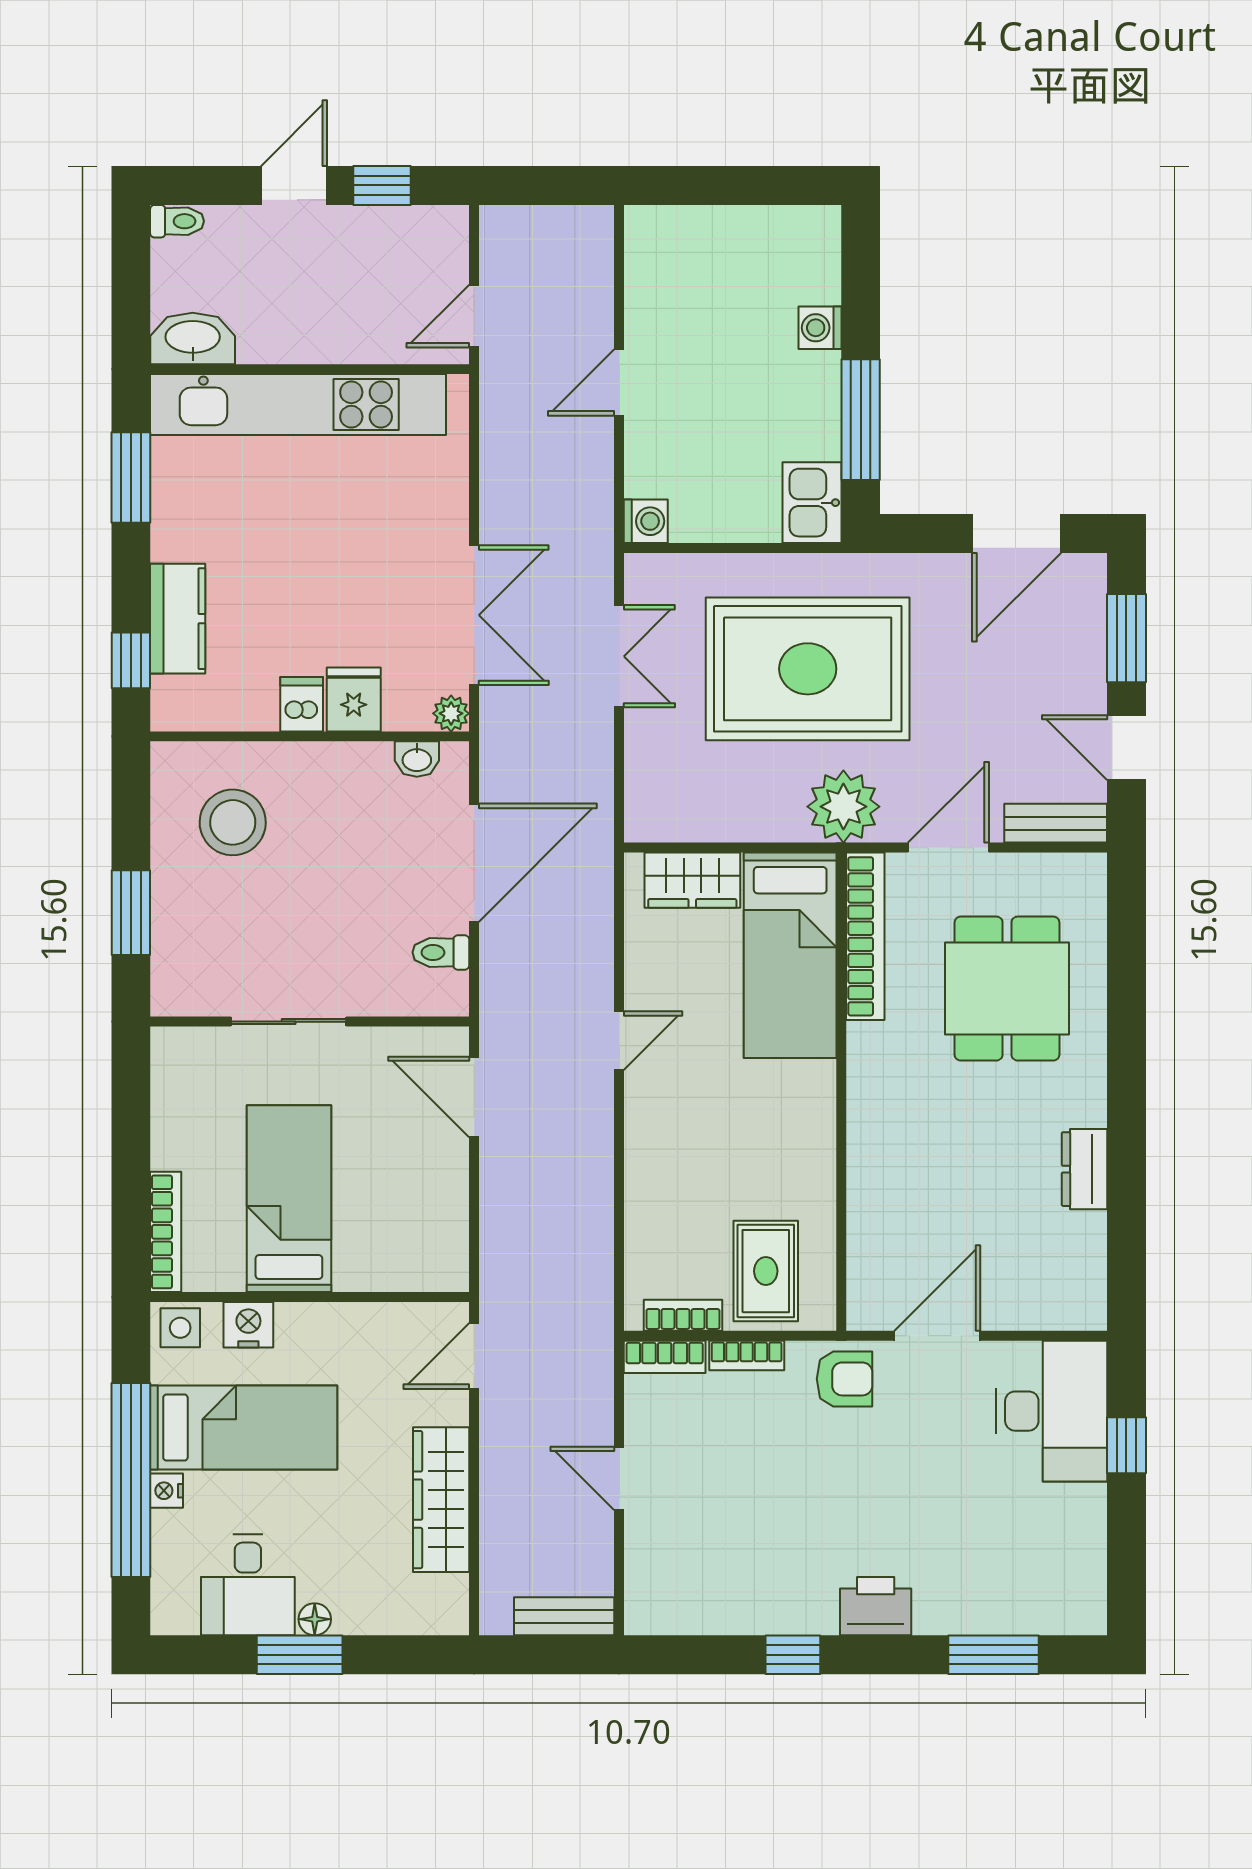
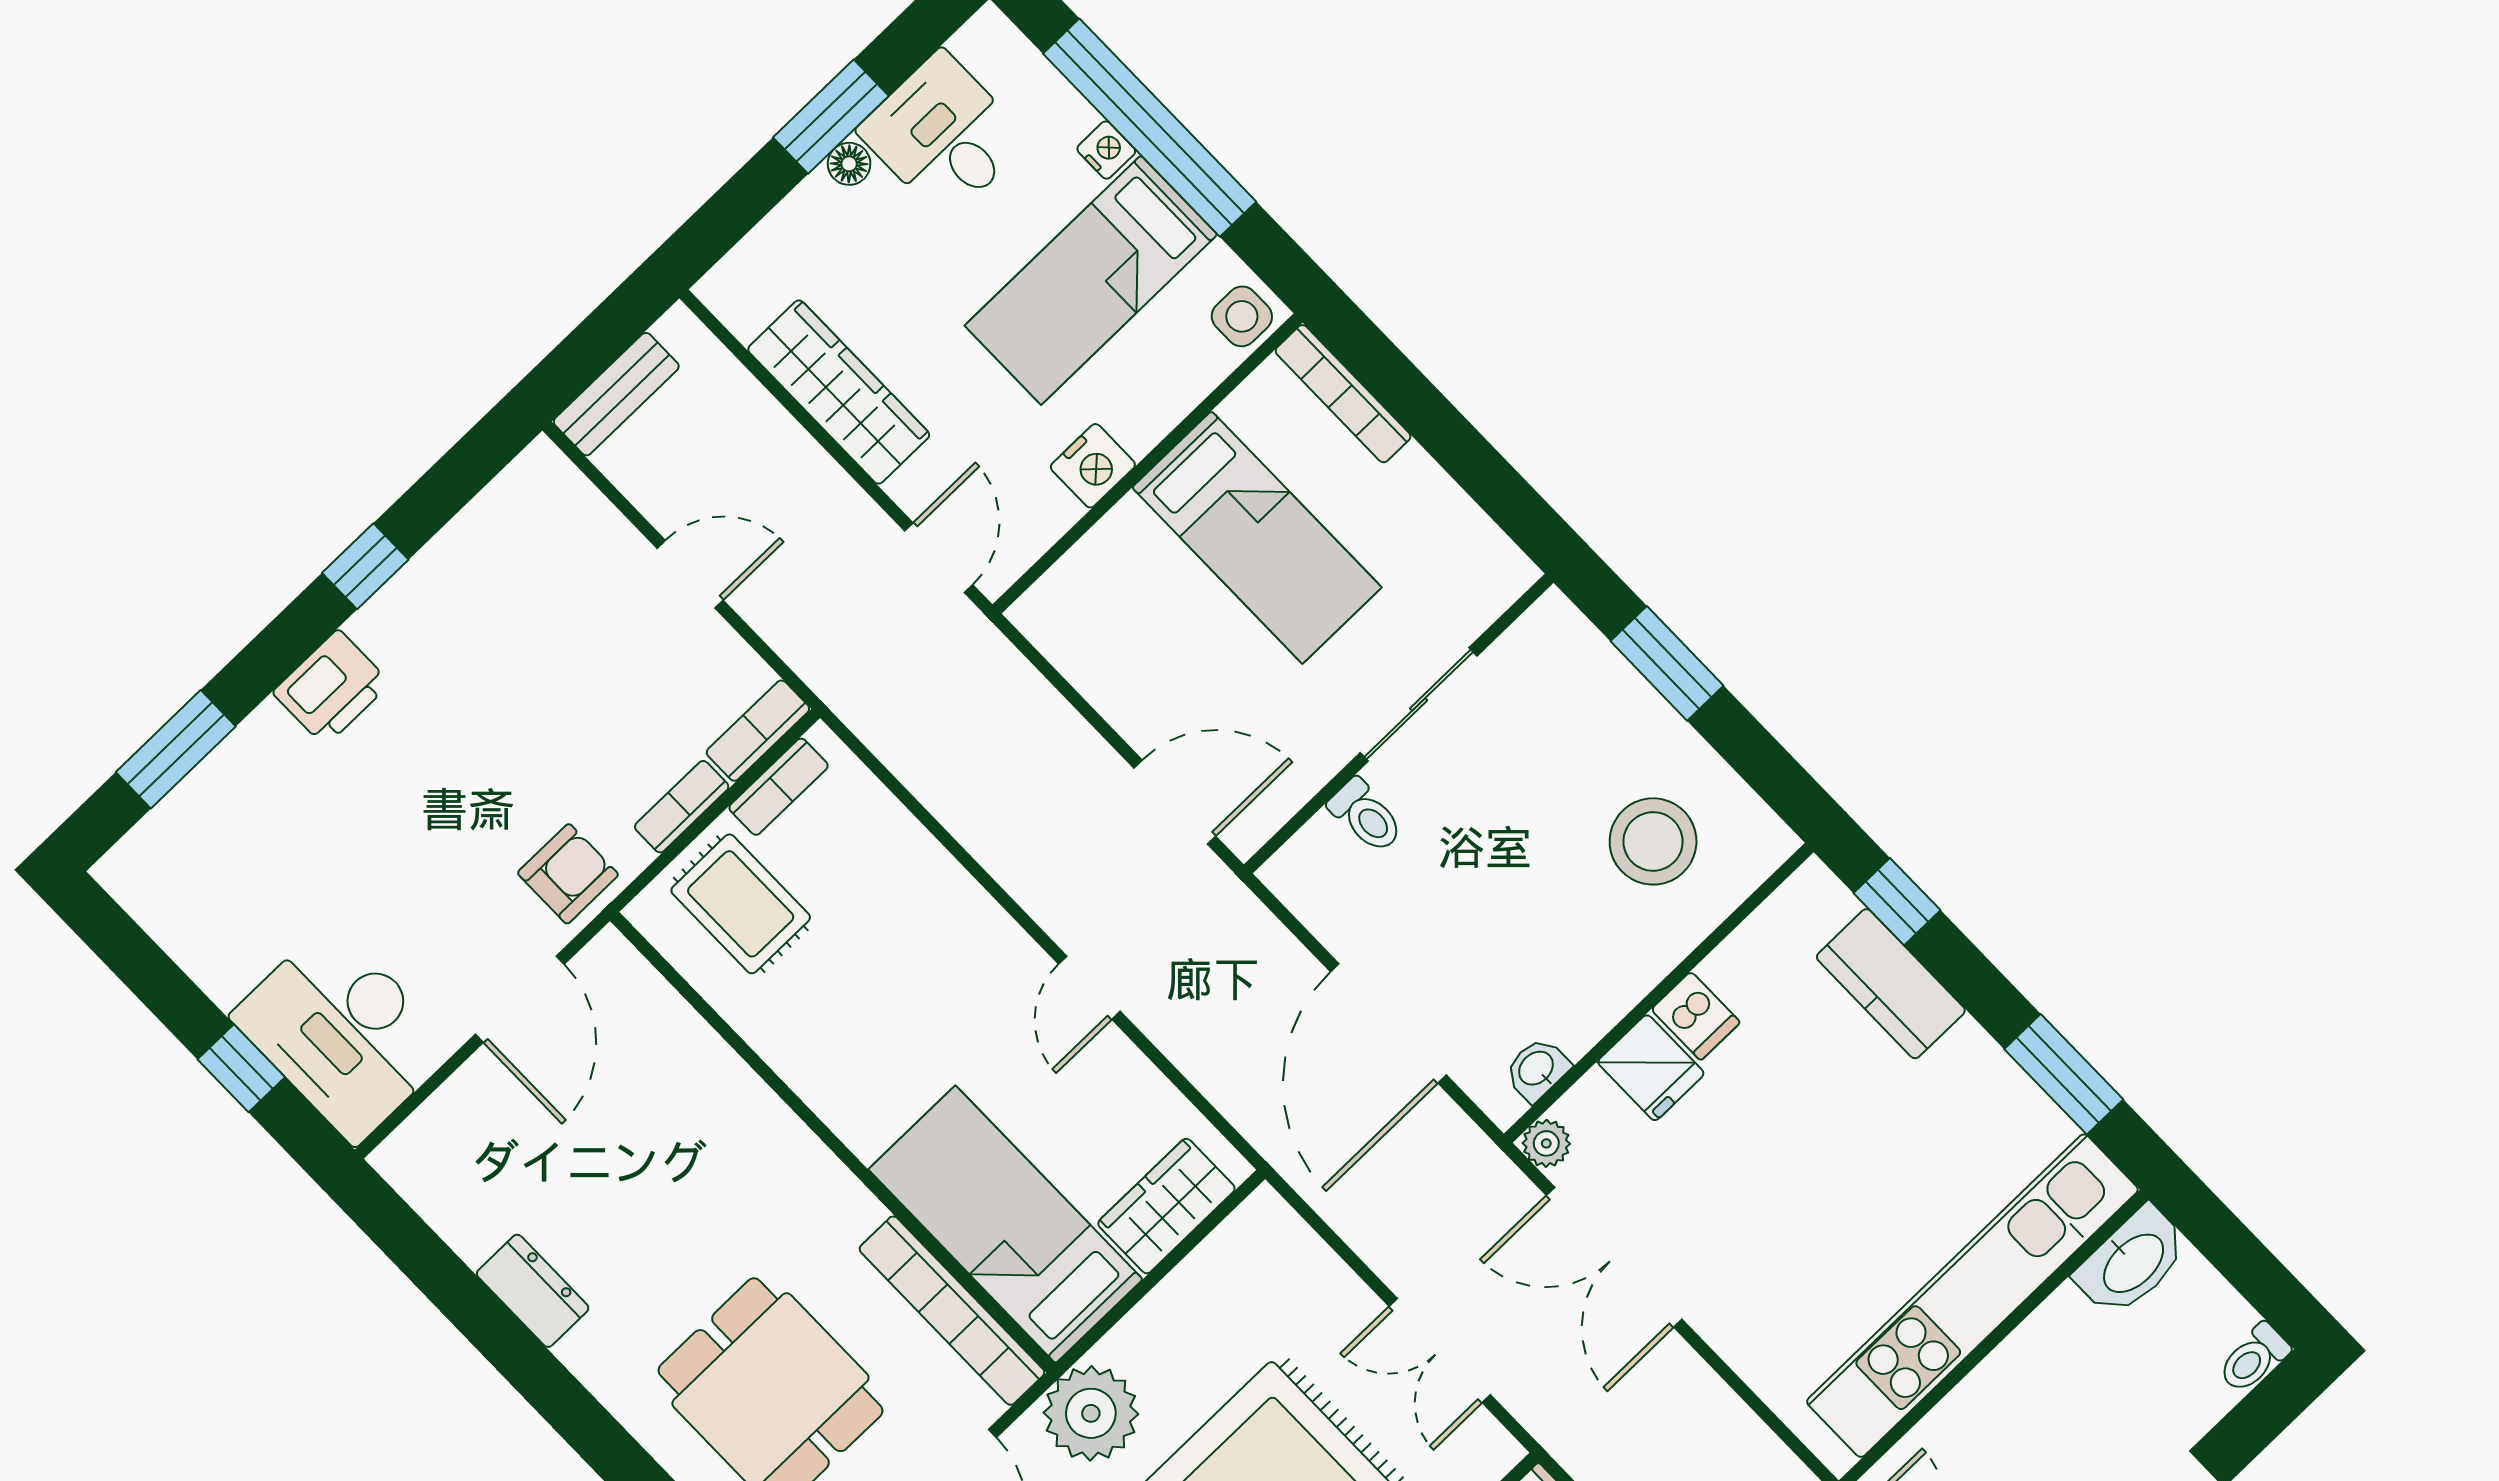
toilet: (441, 952) -> (1366, 816), moved, turned 90
nightstand: (248, 1325) -> (1093, 466), moved
armchair: (844, 1379) -> (568, 874), turned 180

